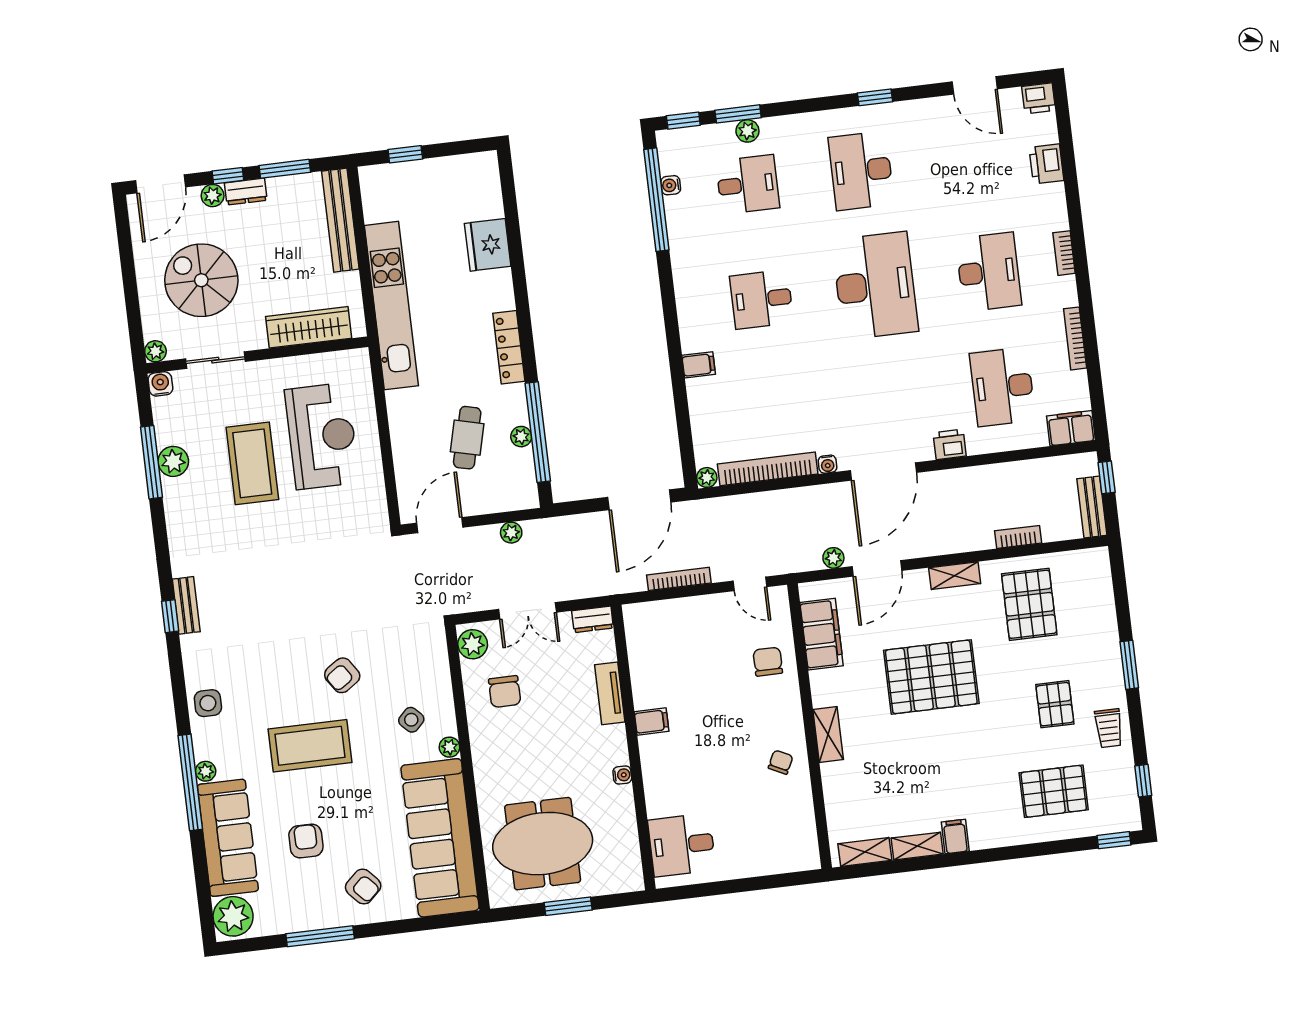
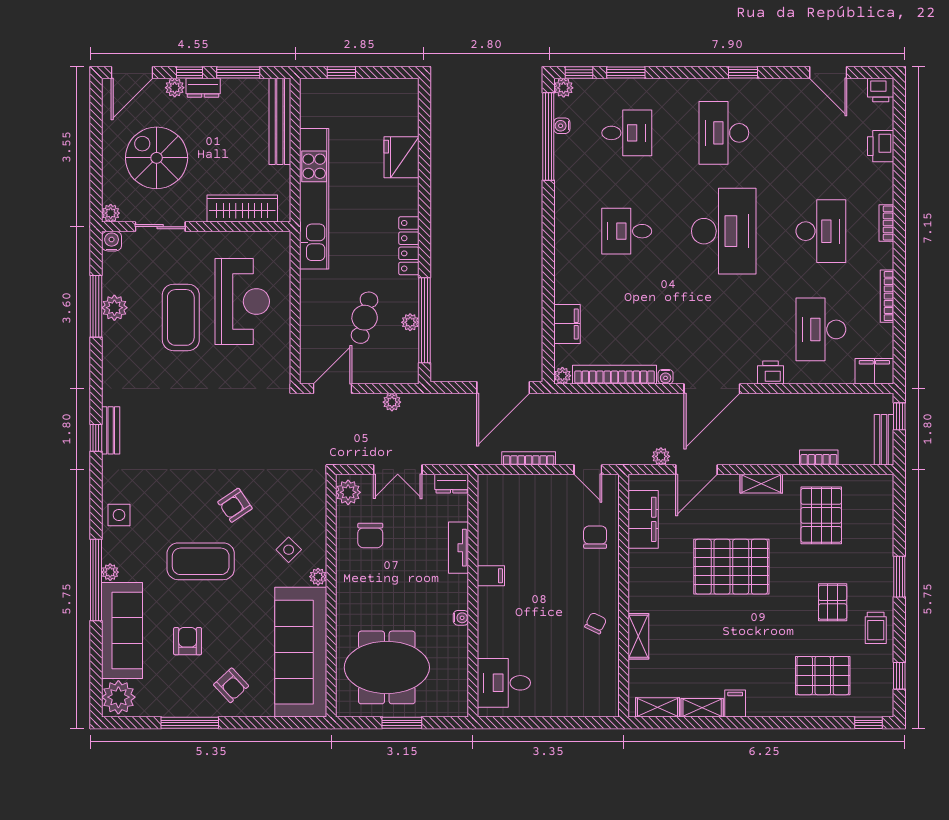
plant: (747, 131) -> (564, 88), moved
filing cabinet: (699, 365) -> (567, 324), moved, width x2.00
shelving: (828, 735) -> (638, 636), moved

